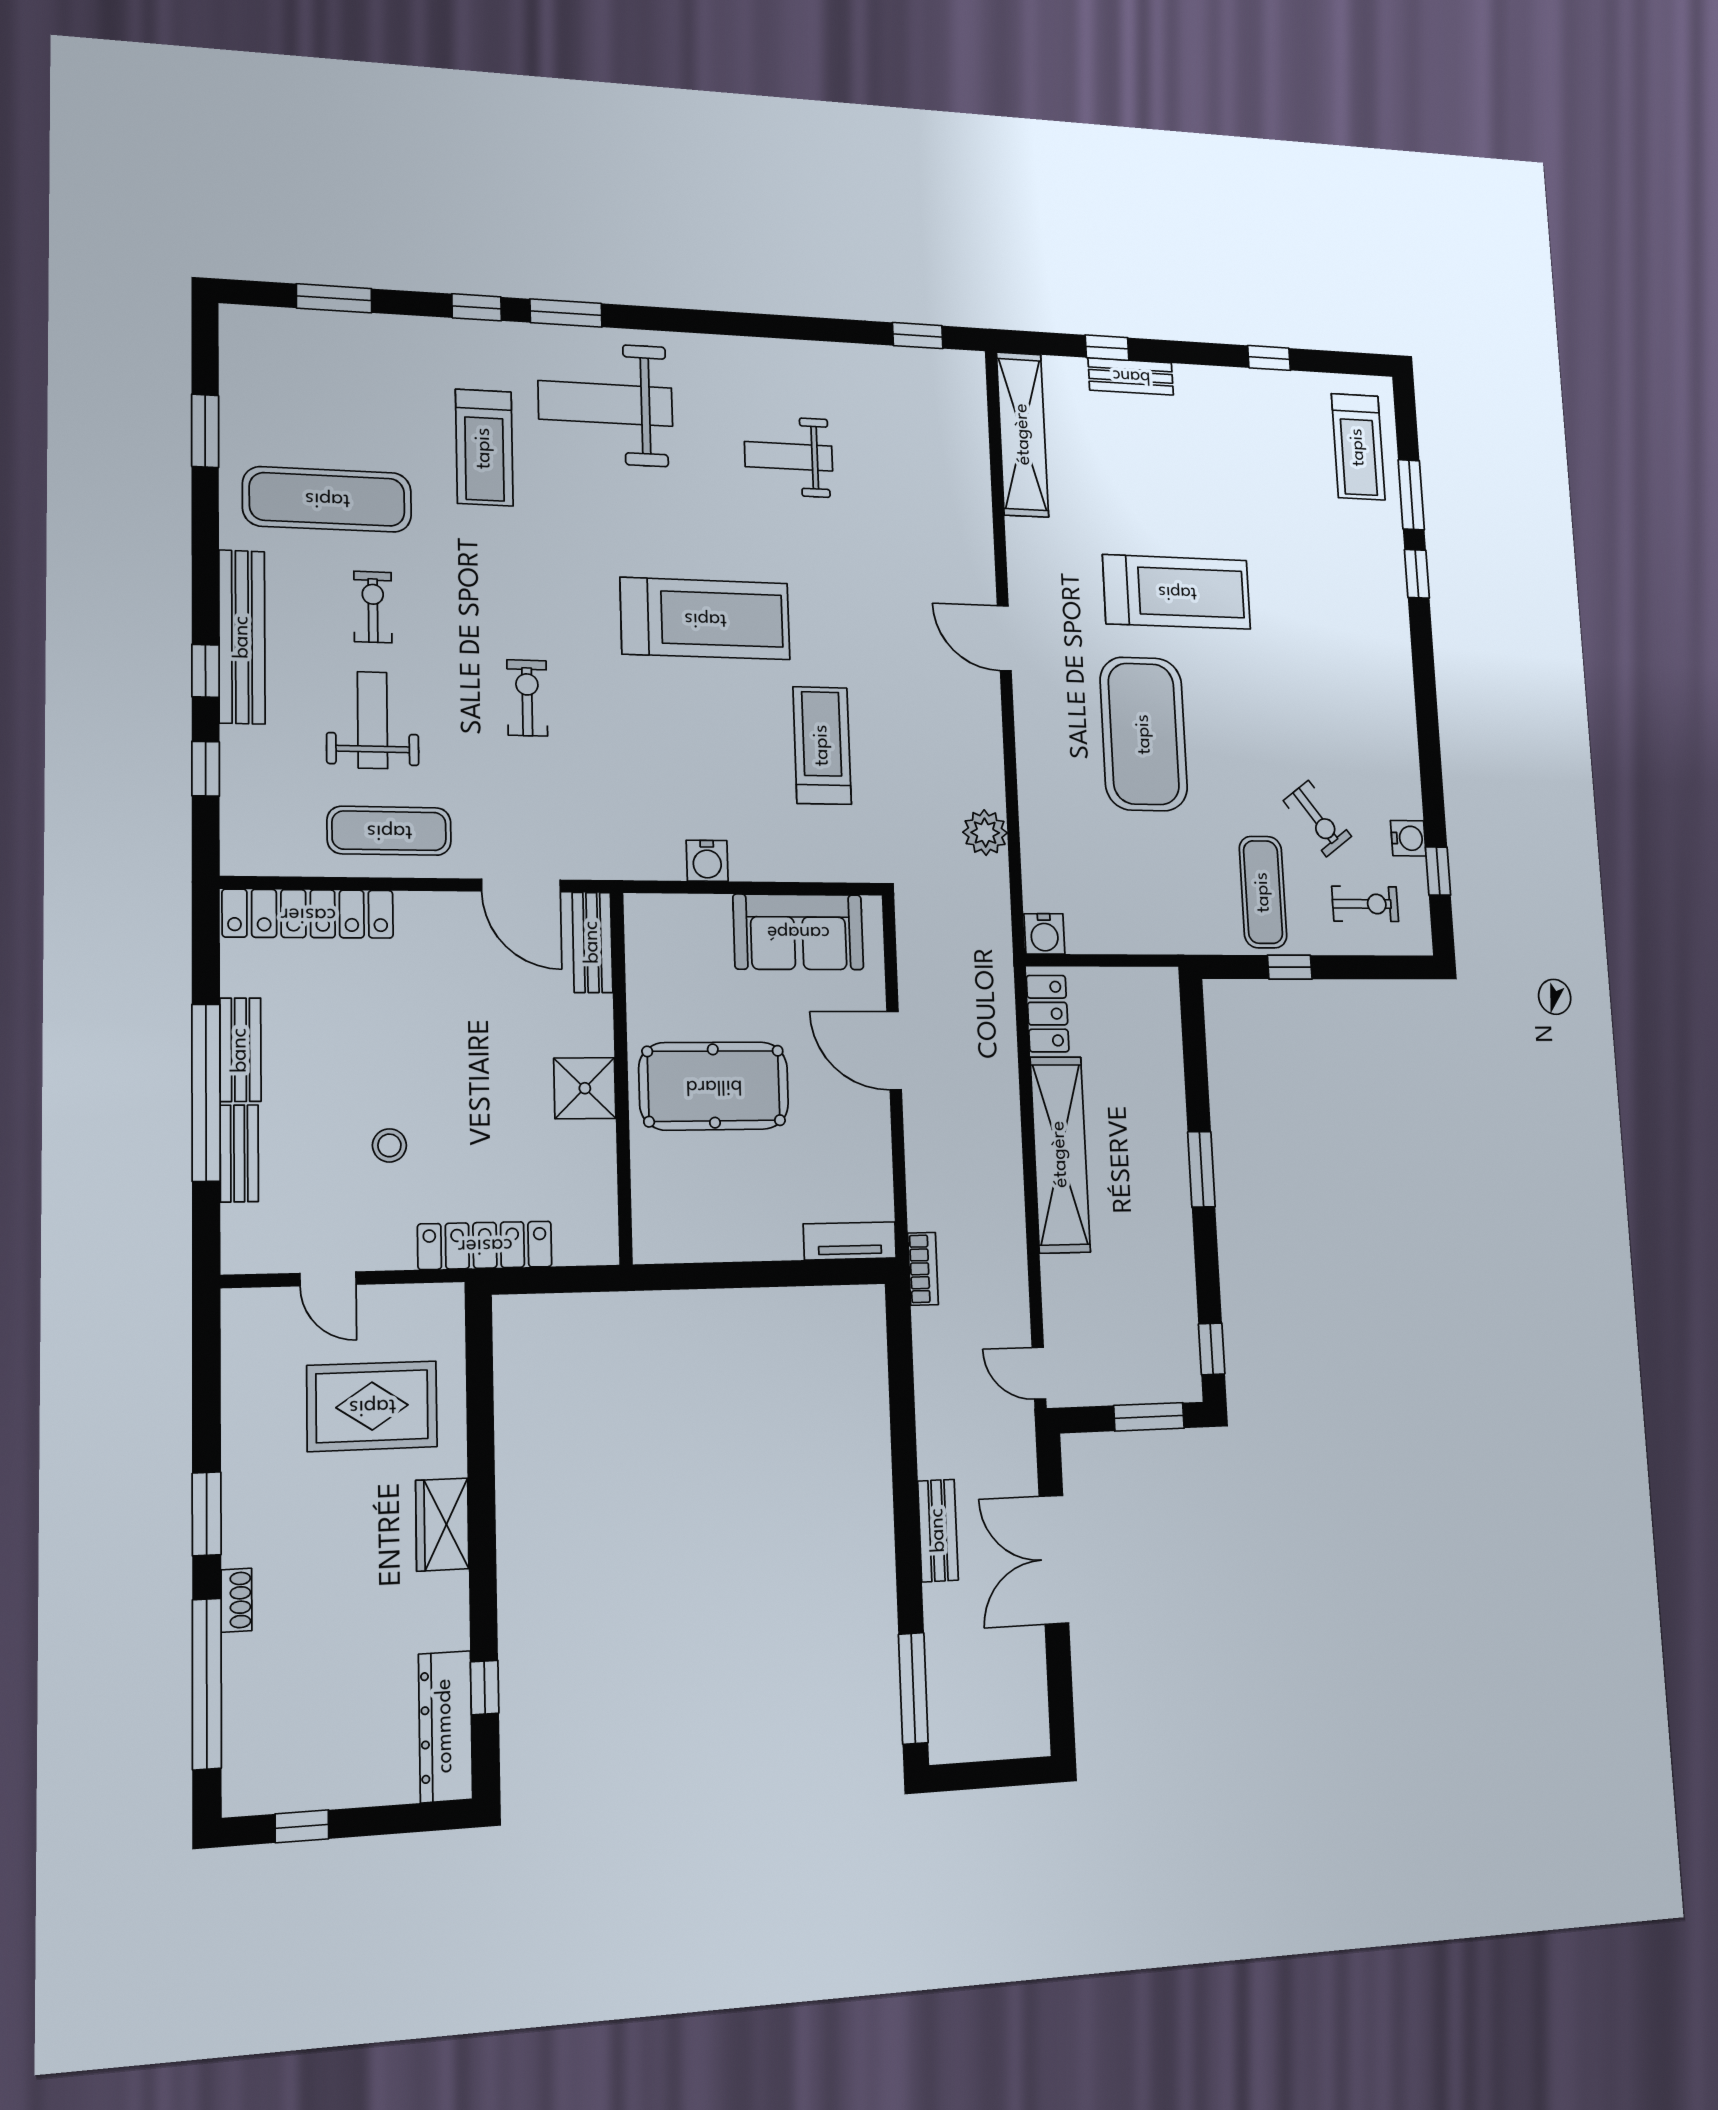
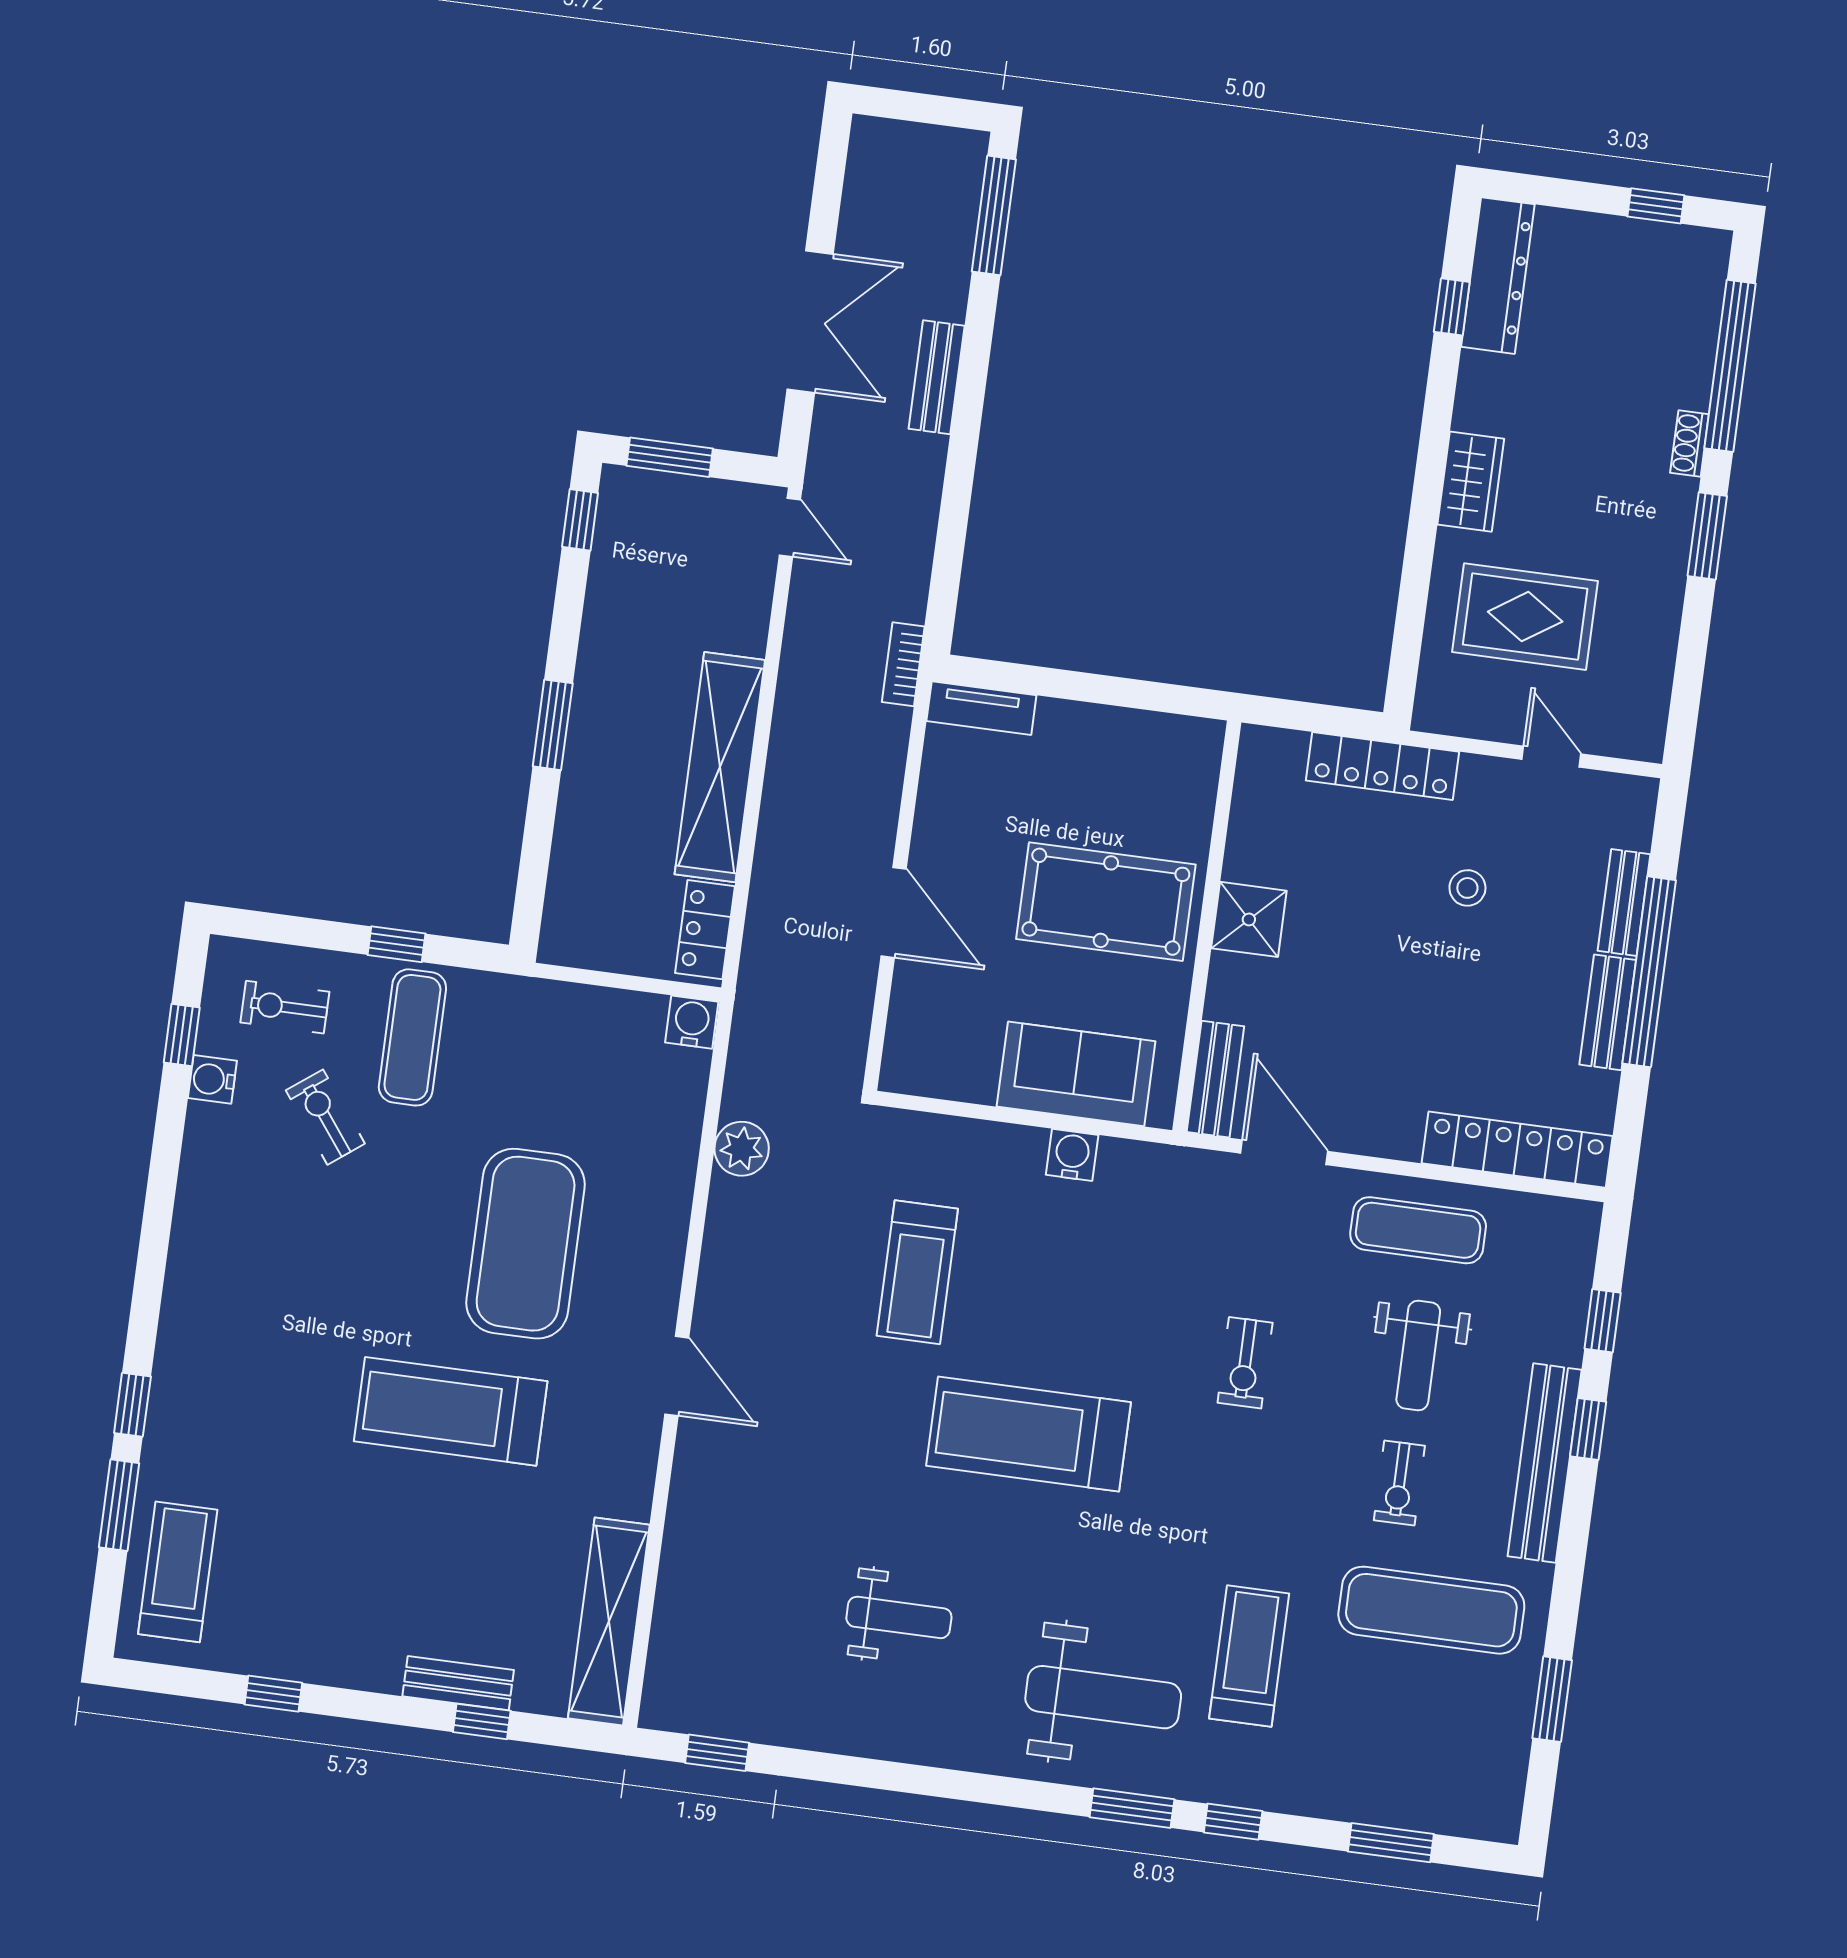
sofa: (798, 932) -> (1076, 1074), moved

